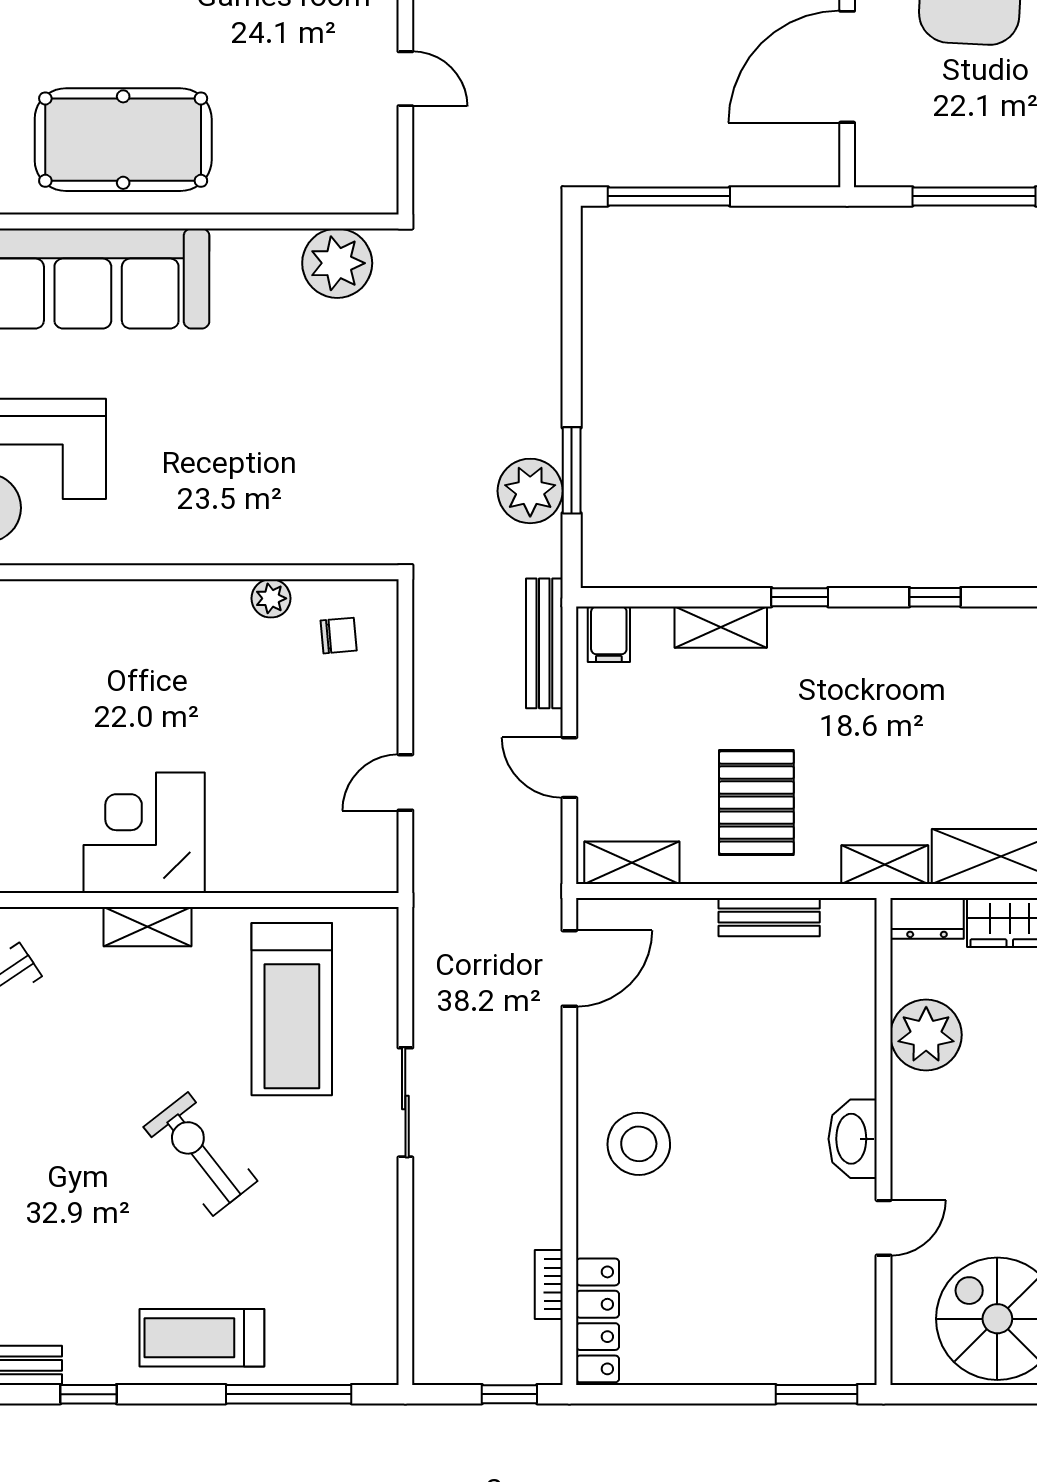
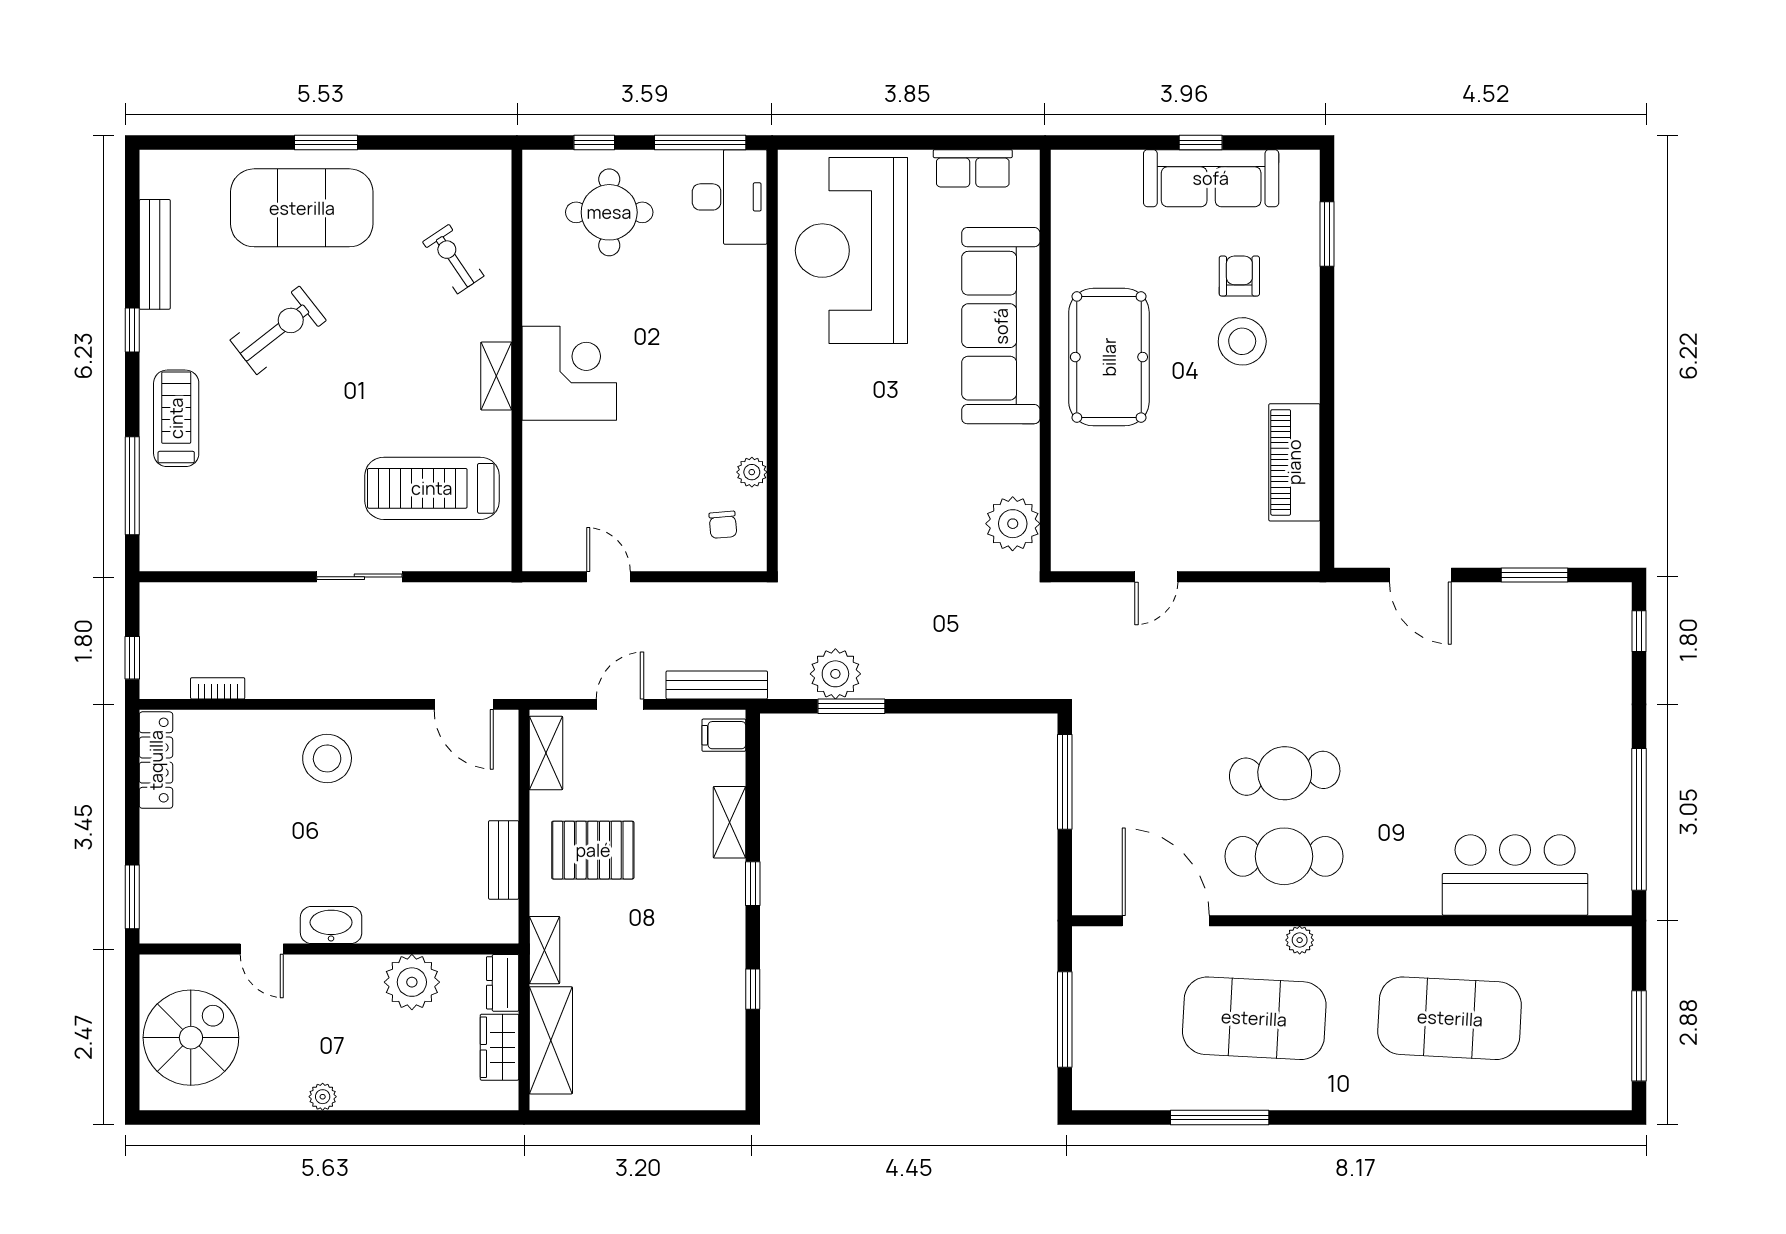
exercise bike: (200, 1154) -> (278, 330), moved
locker: (598, 1320) -> (156, 760), moved, turned -90

